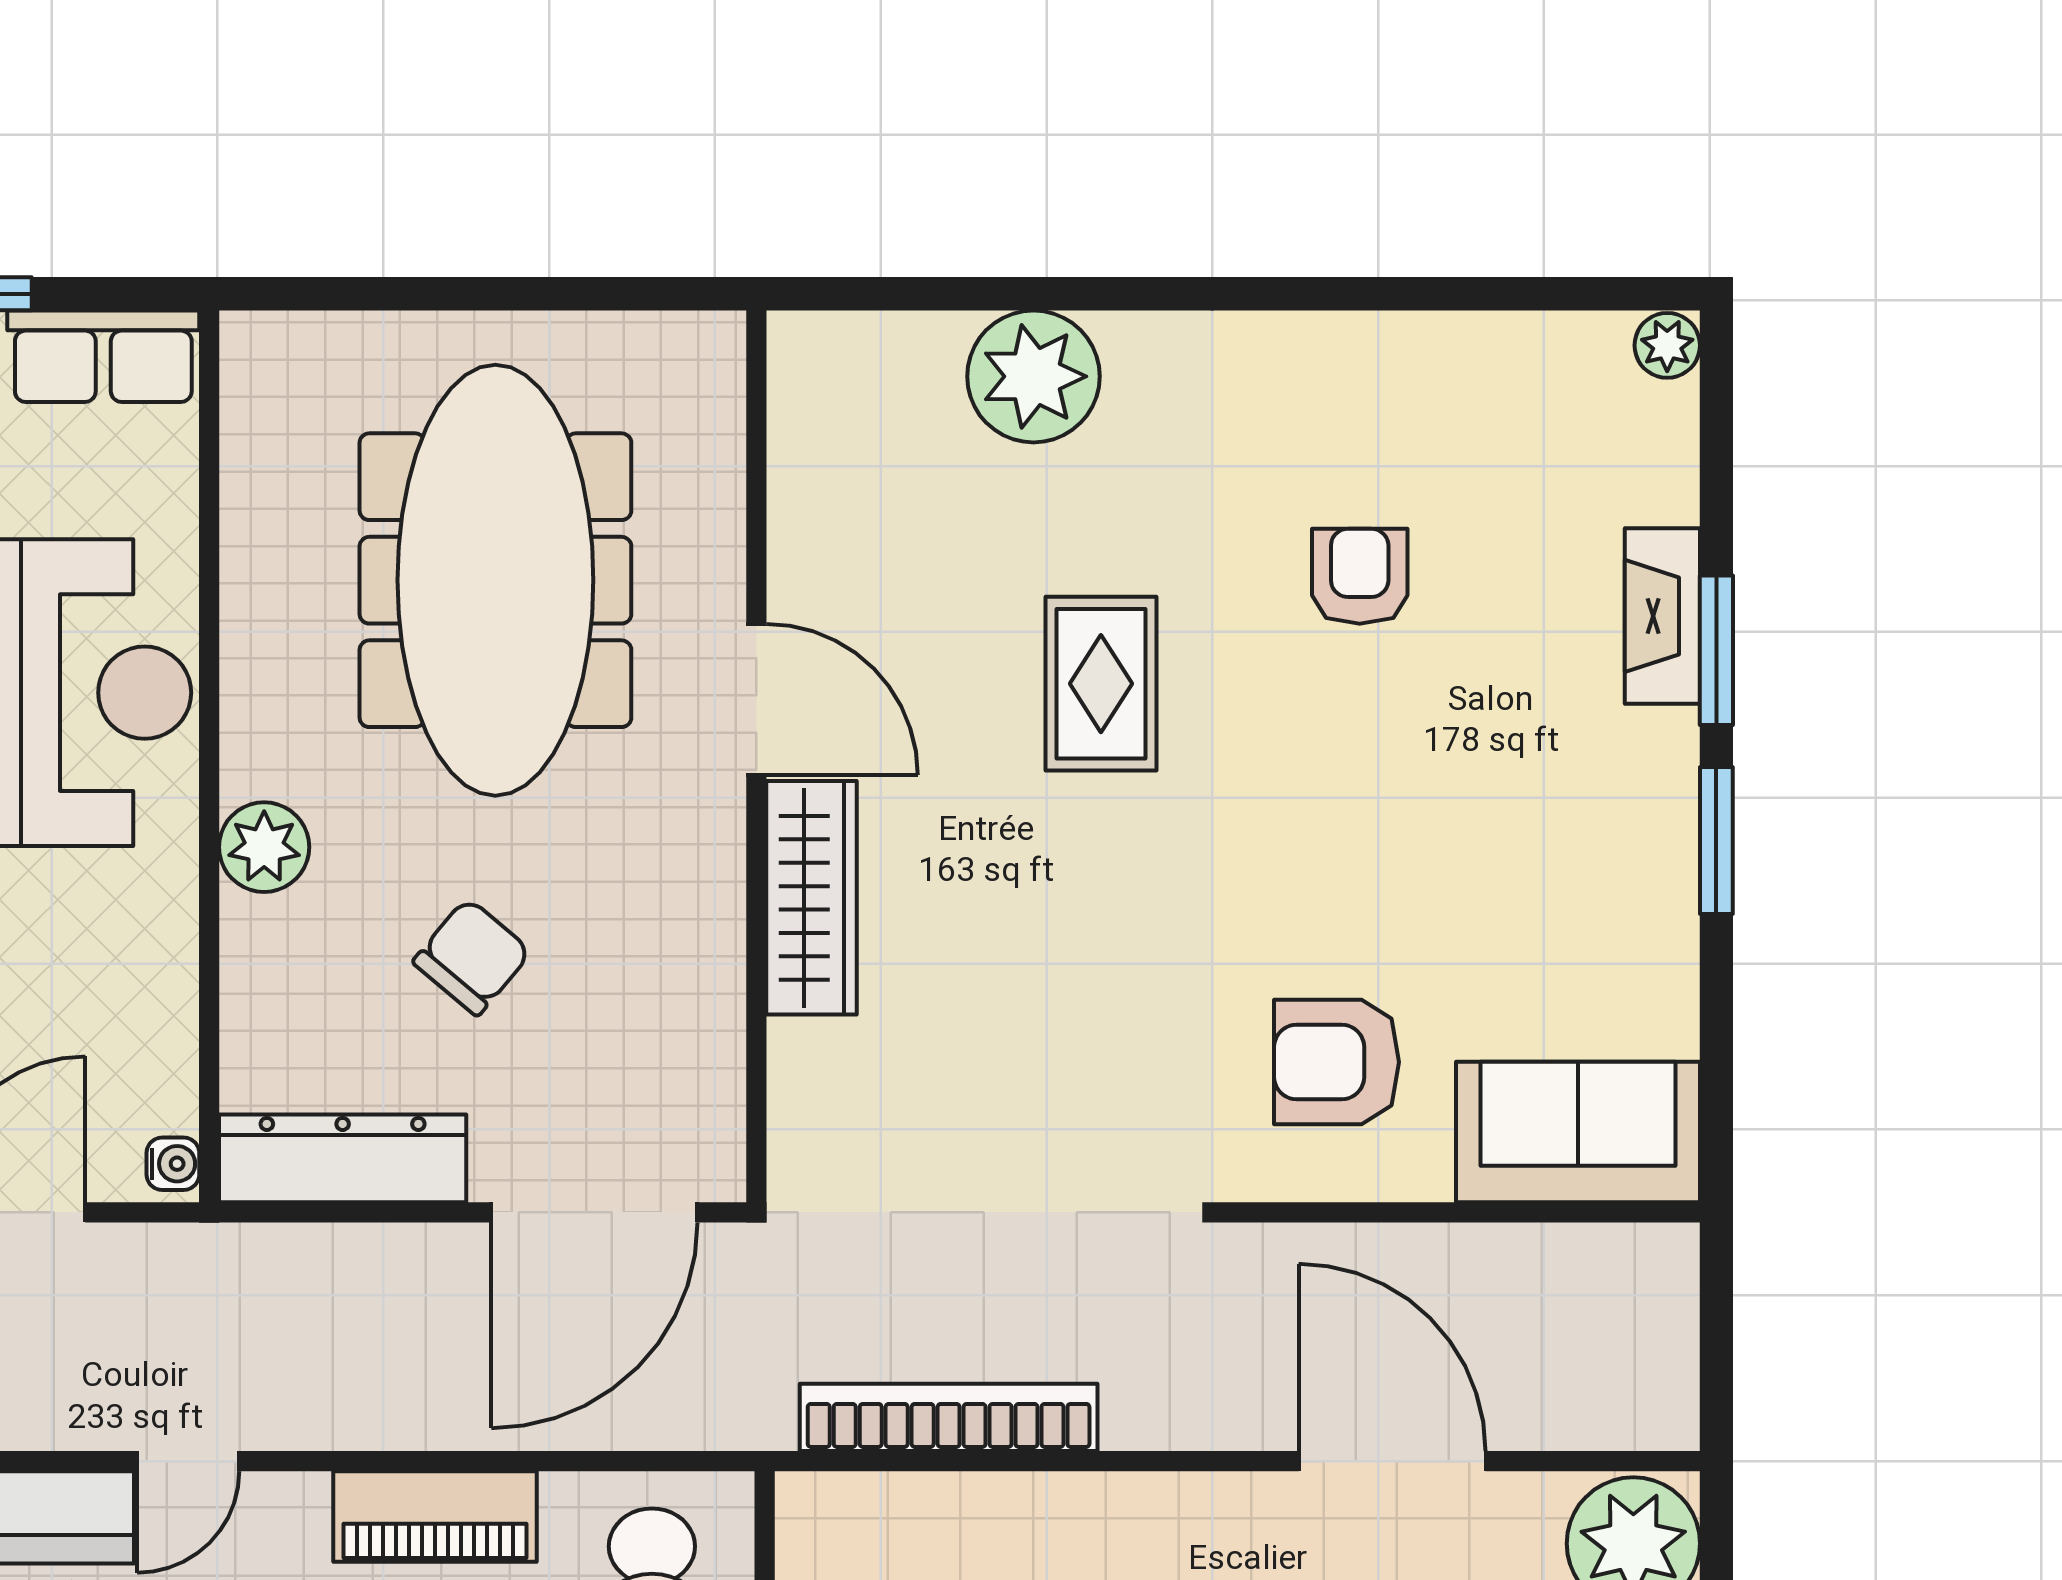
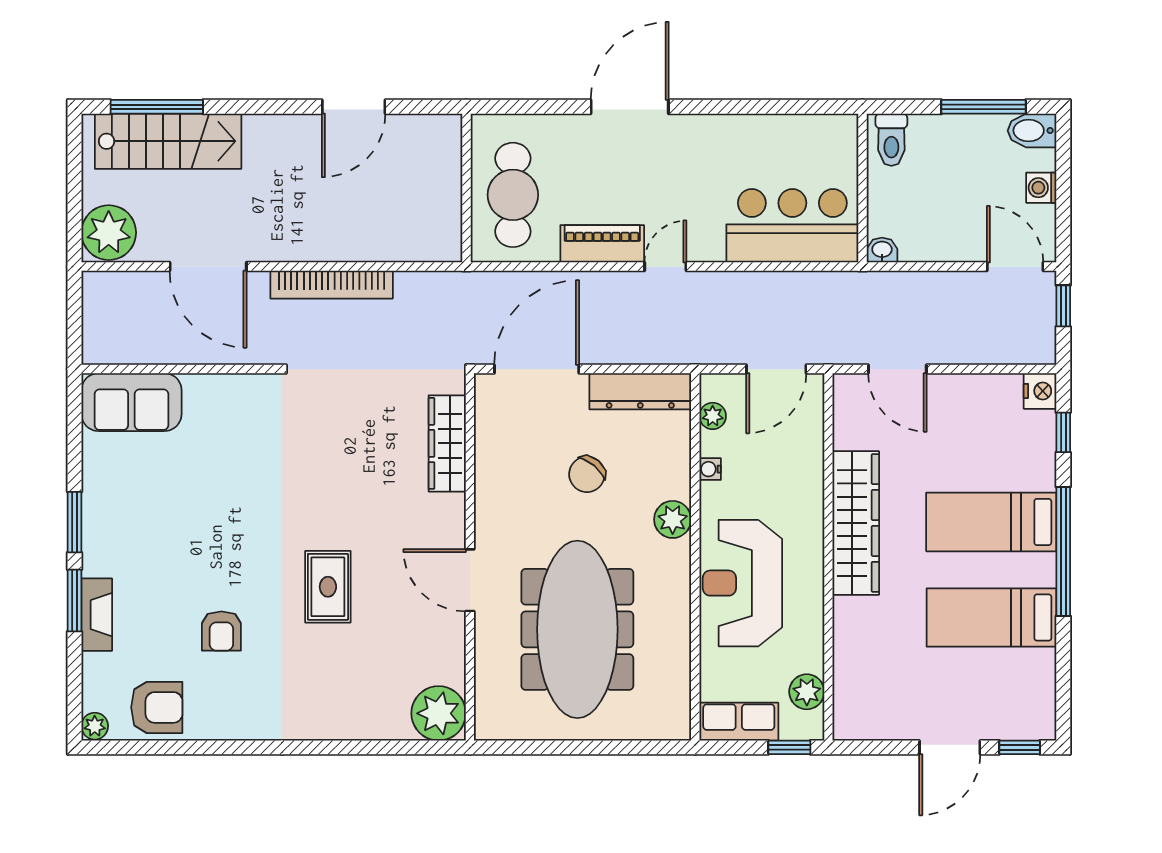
plant: (1033, 376) -> (439, 713), moved
wardrobe: (811, 898) -> (447, 443), moved
armchair: (1337, 1062) -> (157, 707), moved
plant: (167, 1098) -> (713, 416), added
water cooler: (173, 1164) -> (710, 469), moved
bookcase: (949, 1417) -> (332, 285), moved
door: (188, 1461) -> (665, 267), moved

